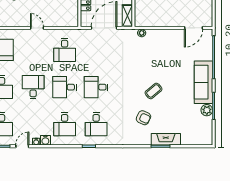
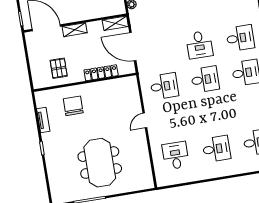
desk: (33, 87) -> (211, 114), removed
desk: (65, 87) -> (205, 79), turned -90

